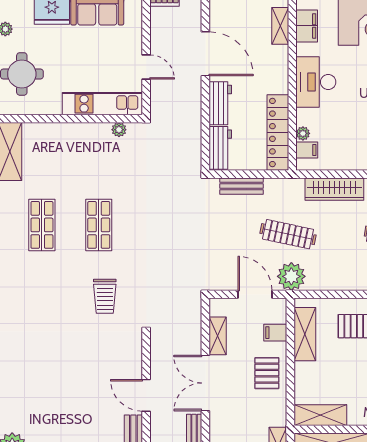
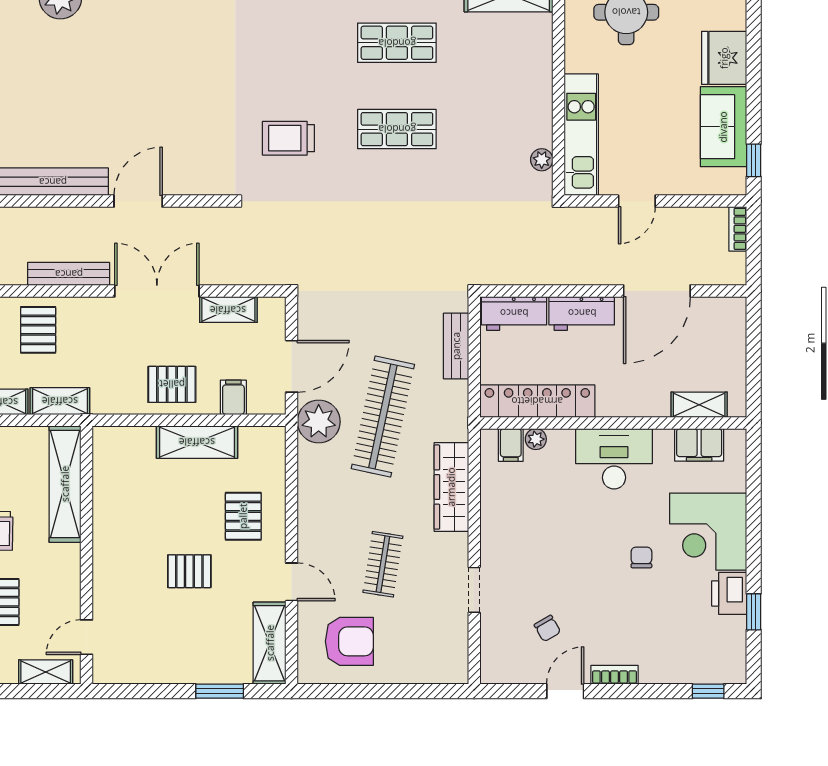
clothes rail: (288, 234) -> (383, 416), width x1.37, depth x1.31
shelving: (305, 334) -> (197, 442), moved
shelving: (320, 415) -> (108, 466), removed

